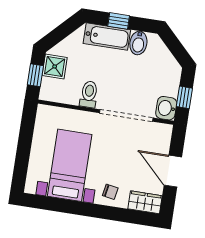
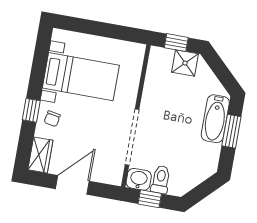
window: (119, 21) -> (231, 131), width x1.50
bidet: (138, 43) -> (208, 152), removed
toilet: (89, 94) -> (161, 180), moved, turned -90
window: (103, 212) -> (31, 110), added

